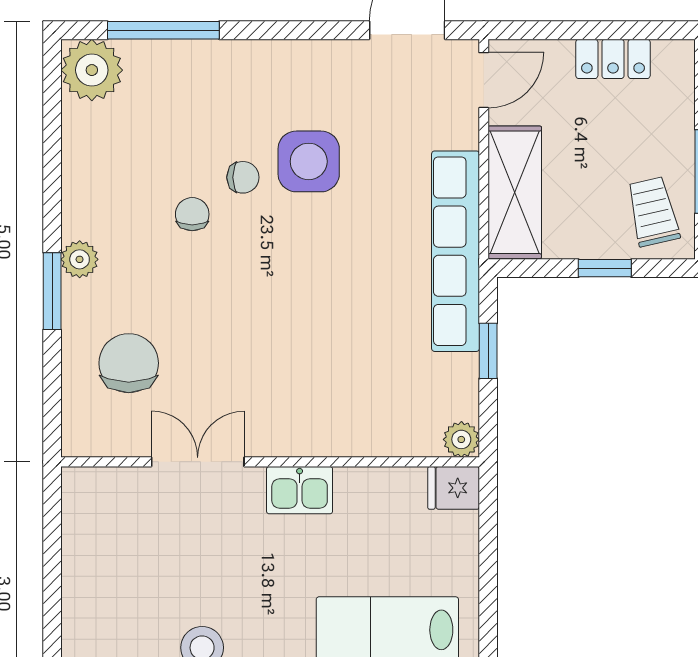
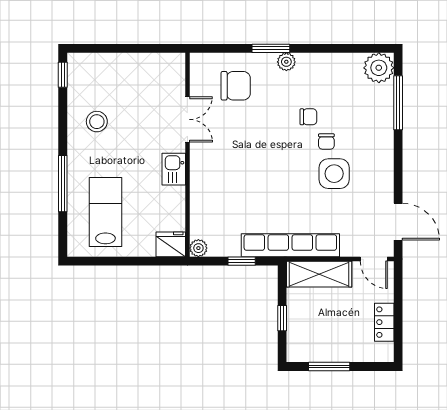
trolley: (653, 212) -> (310, 342), removed
fridge: (454, 488) -> (171, 244), width x1.38

